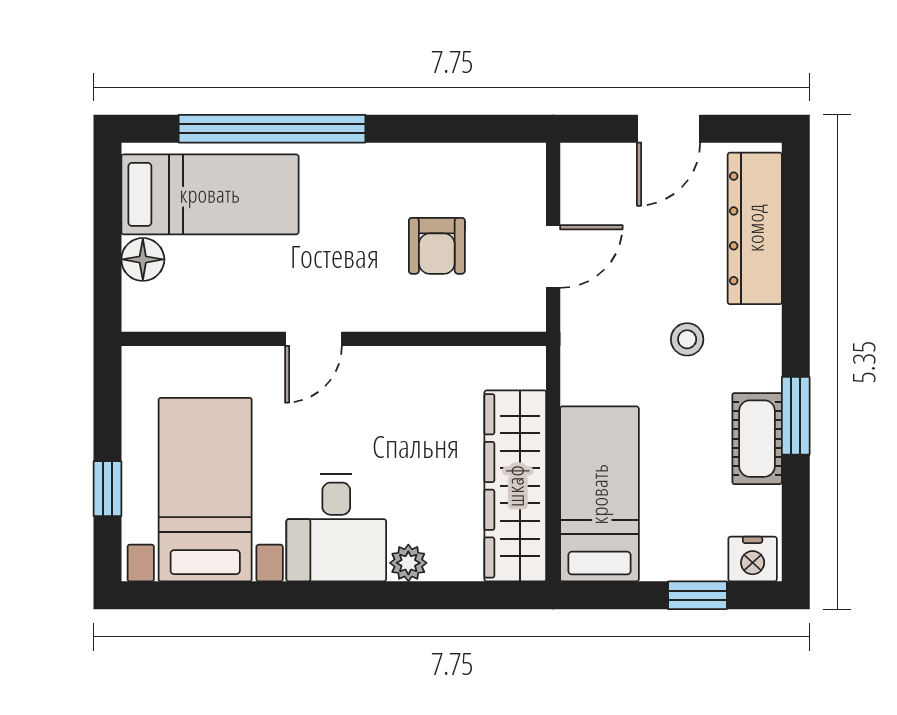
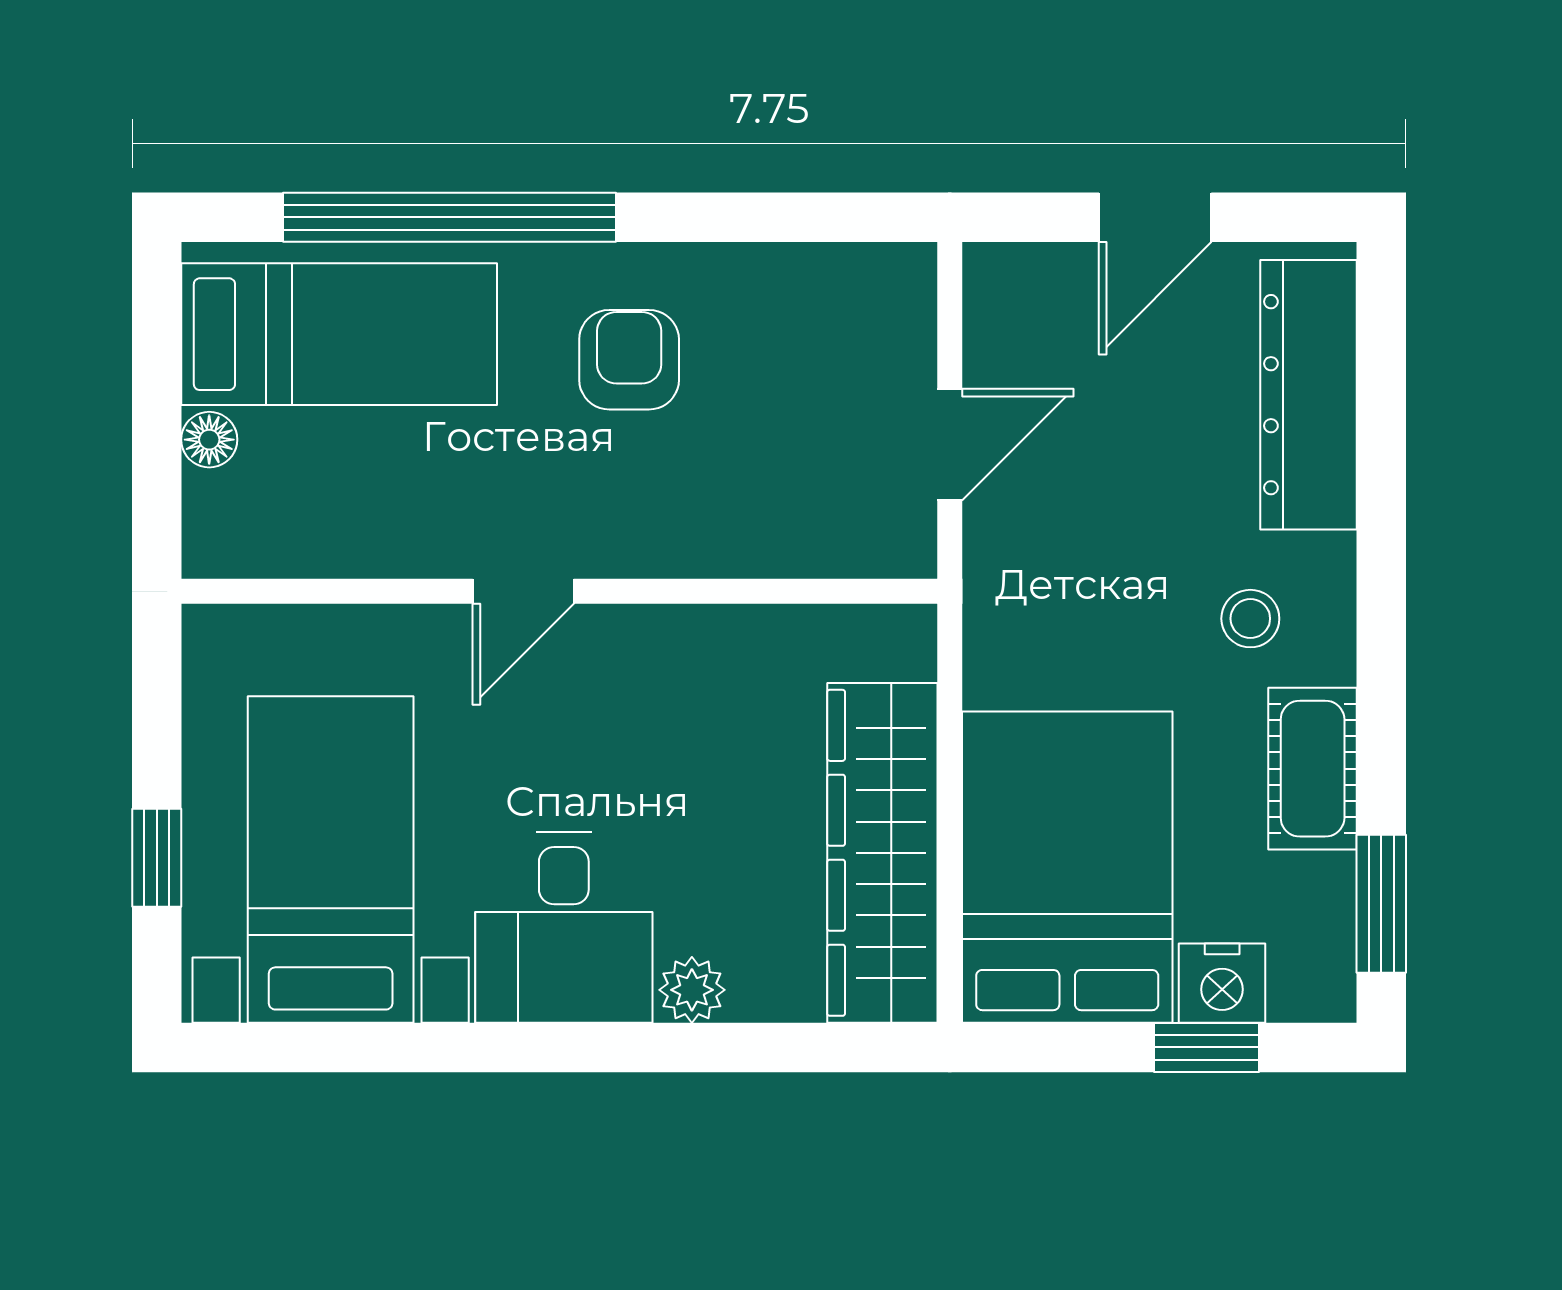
armchair: (437, 246) -> (629, 360), moved, turned 180
floor lamp: (143, 259) -> (209, 440), width x0.73, depth x0.73
stool: (687, 339) -> (1250, 619), moved
window: (796, 416) -> (1381, 904), moved
bed: (599, 494) -> (1067, 867), width x1.50
nightstand: (753, 559) -> (1222, 983), moved

